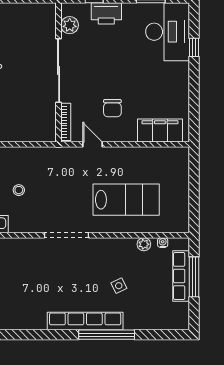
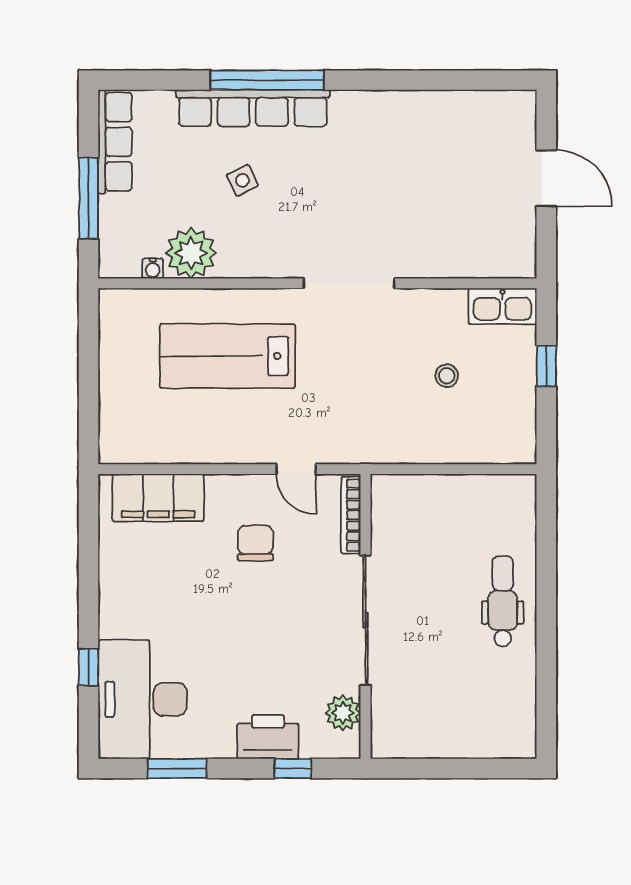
plant: (144, 244) -> (191, 253), width x1.88, depth x1.88
row of seats: (181, 276) -> (115, 142), moved
row of seats: (85, 321) -> (253, 108), moved

